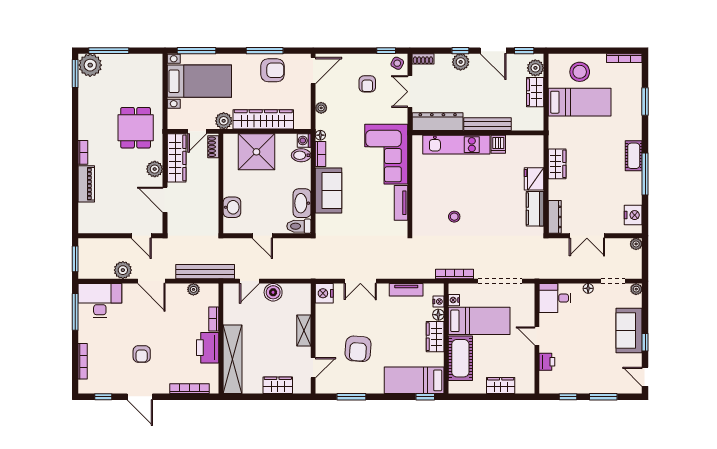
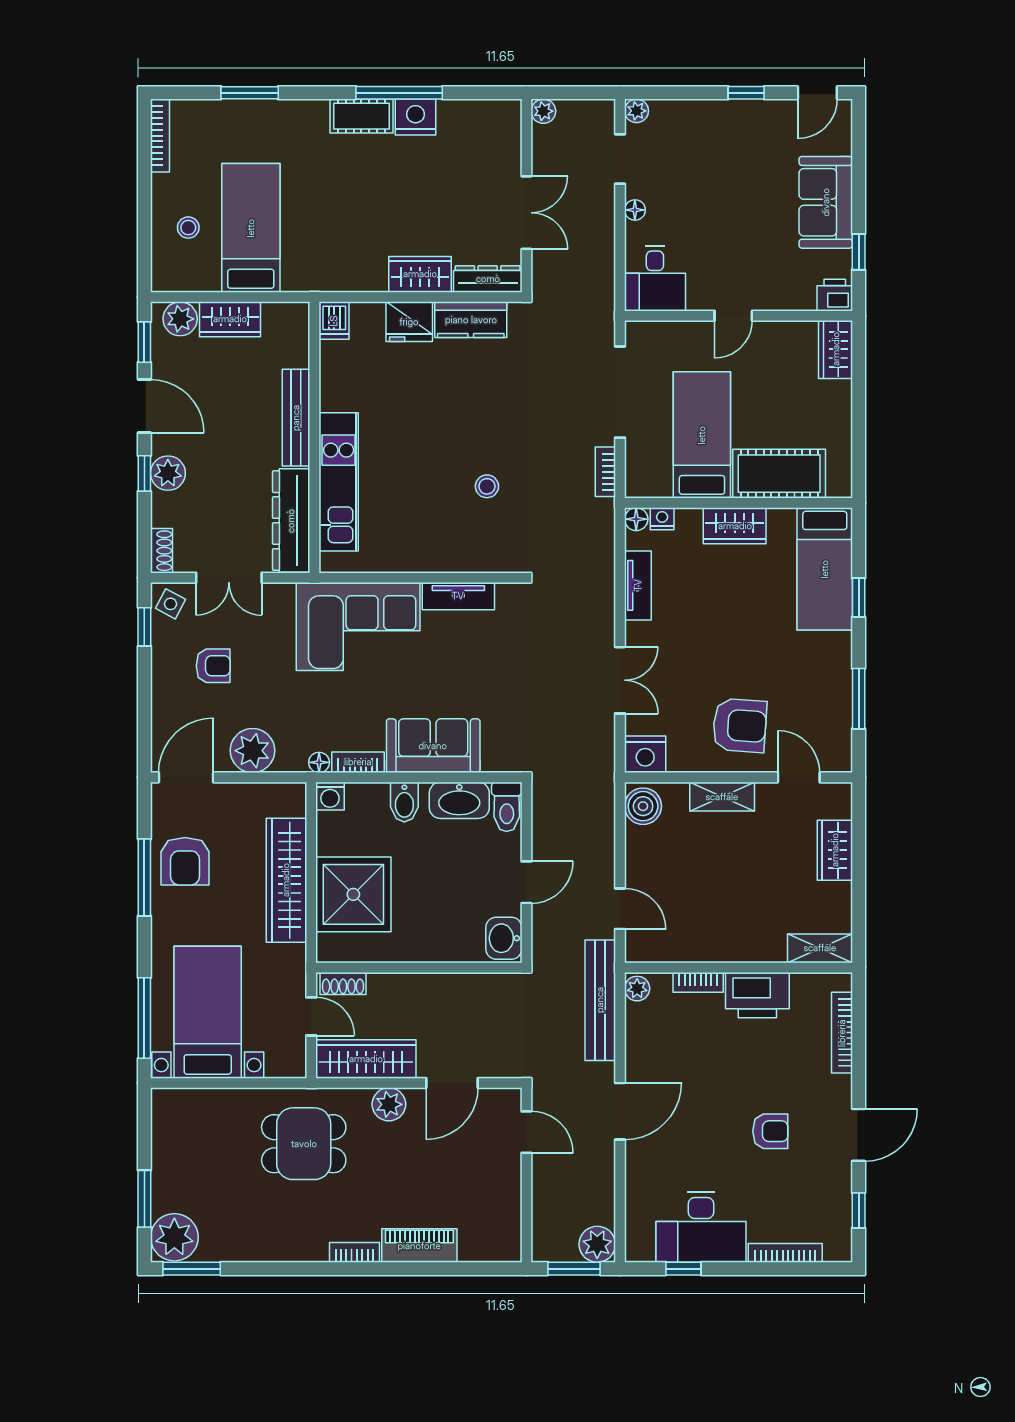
window: (109, 51) -> (144, 1199), width x0.69
door: (493, 51) -> (144, 406), hinge flipped
armchair: (272, 70) -> (185, 861), turned 180
door: (313, 71) -> (186, 777), hinge flipped
stool: (580, 72) -> (188, 228), width x0.53, depth x0.53
plant: (321, 108) -> (252, 751), width x1.88, depth x1.88
plant: (224, 121) -> (289, 962), removed
dishwasher: (498, 144) -> (334, 321), moved, turned 90
bidet: (301, 155) -> (404, 802), moved
wardrobe: (557, 164) -> (420, 274), moved
washbasin: (232, 207) -> (504, 938), moved, turned -90
nightstand: (633, 215) -> (416, 117), moved
door: (141, 236) -> (526, 1132), hinge flipped
plant: (123, 270) -> (597, 1244), moved
bookcase: (454, 274) -> (605, 472), width x0.64
plant: (193, 289) -> (637, 989), moved
boiler: (273, 292) -> (643, 806), moved
desk: (100, 300) -> (701, 1227), moved, turned -90
nightstand: (454, 300) -> (659, 487), removed
window: (75, 312) -> (683, 1269), width x0.46
floor lamp: (438, 315) -> (636, 519), moved
sofa: (629, 330) -> (826, 202), moved, turned 90
armchair: (358, 349) -> (740, 725), moved
shelving: (233, 359) -> (820, 948), width x0.45, depth x0.75
printer: (547, 362) -> (835, 295), moved
wardrobe: (501, 386) -> (836, 349), moved
window: (425, 397) -> (859, 598), moved
window: (603, 397) -> (859, 179), removed

